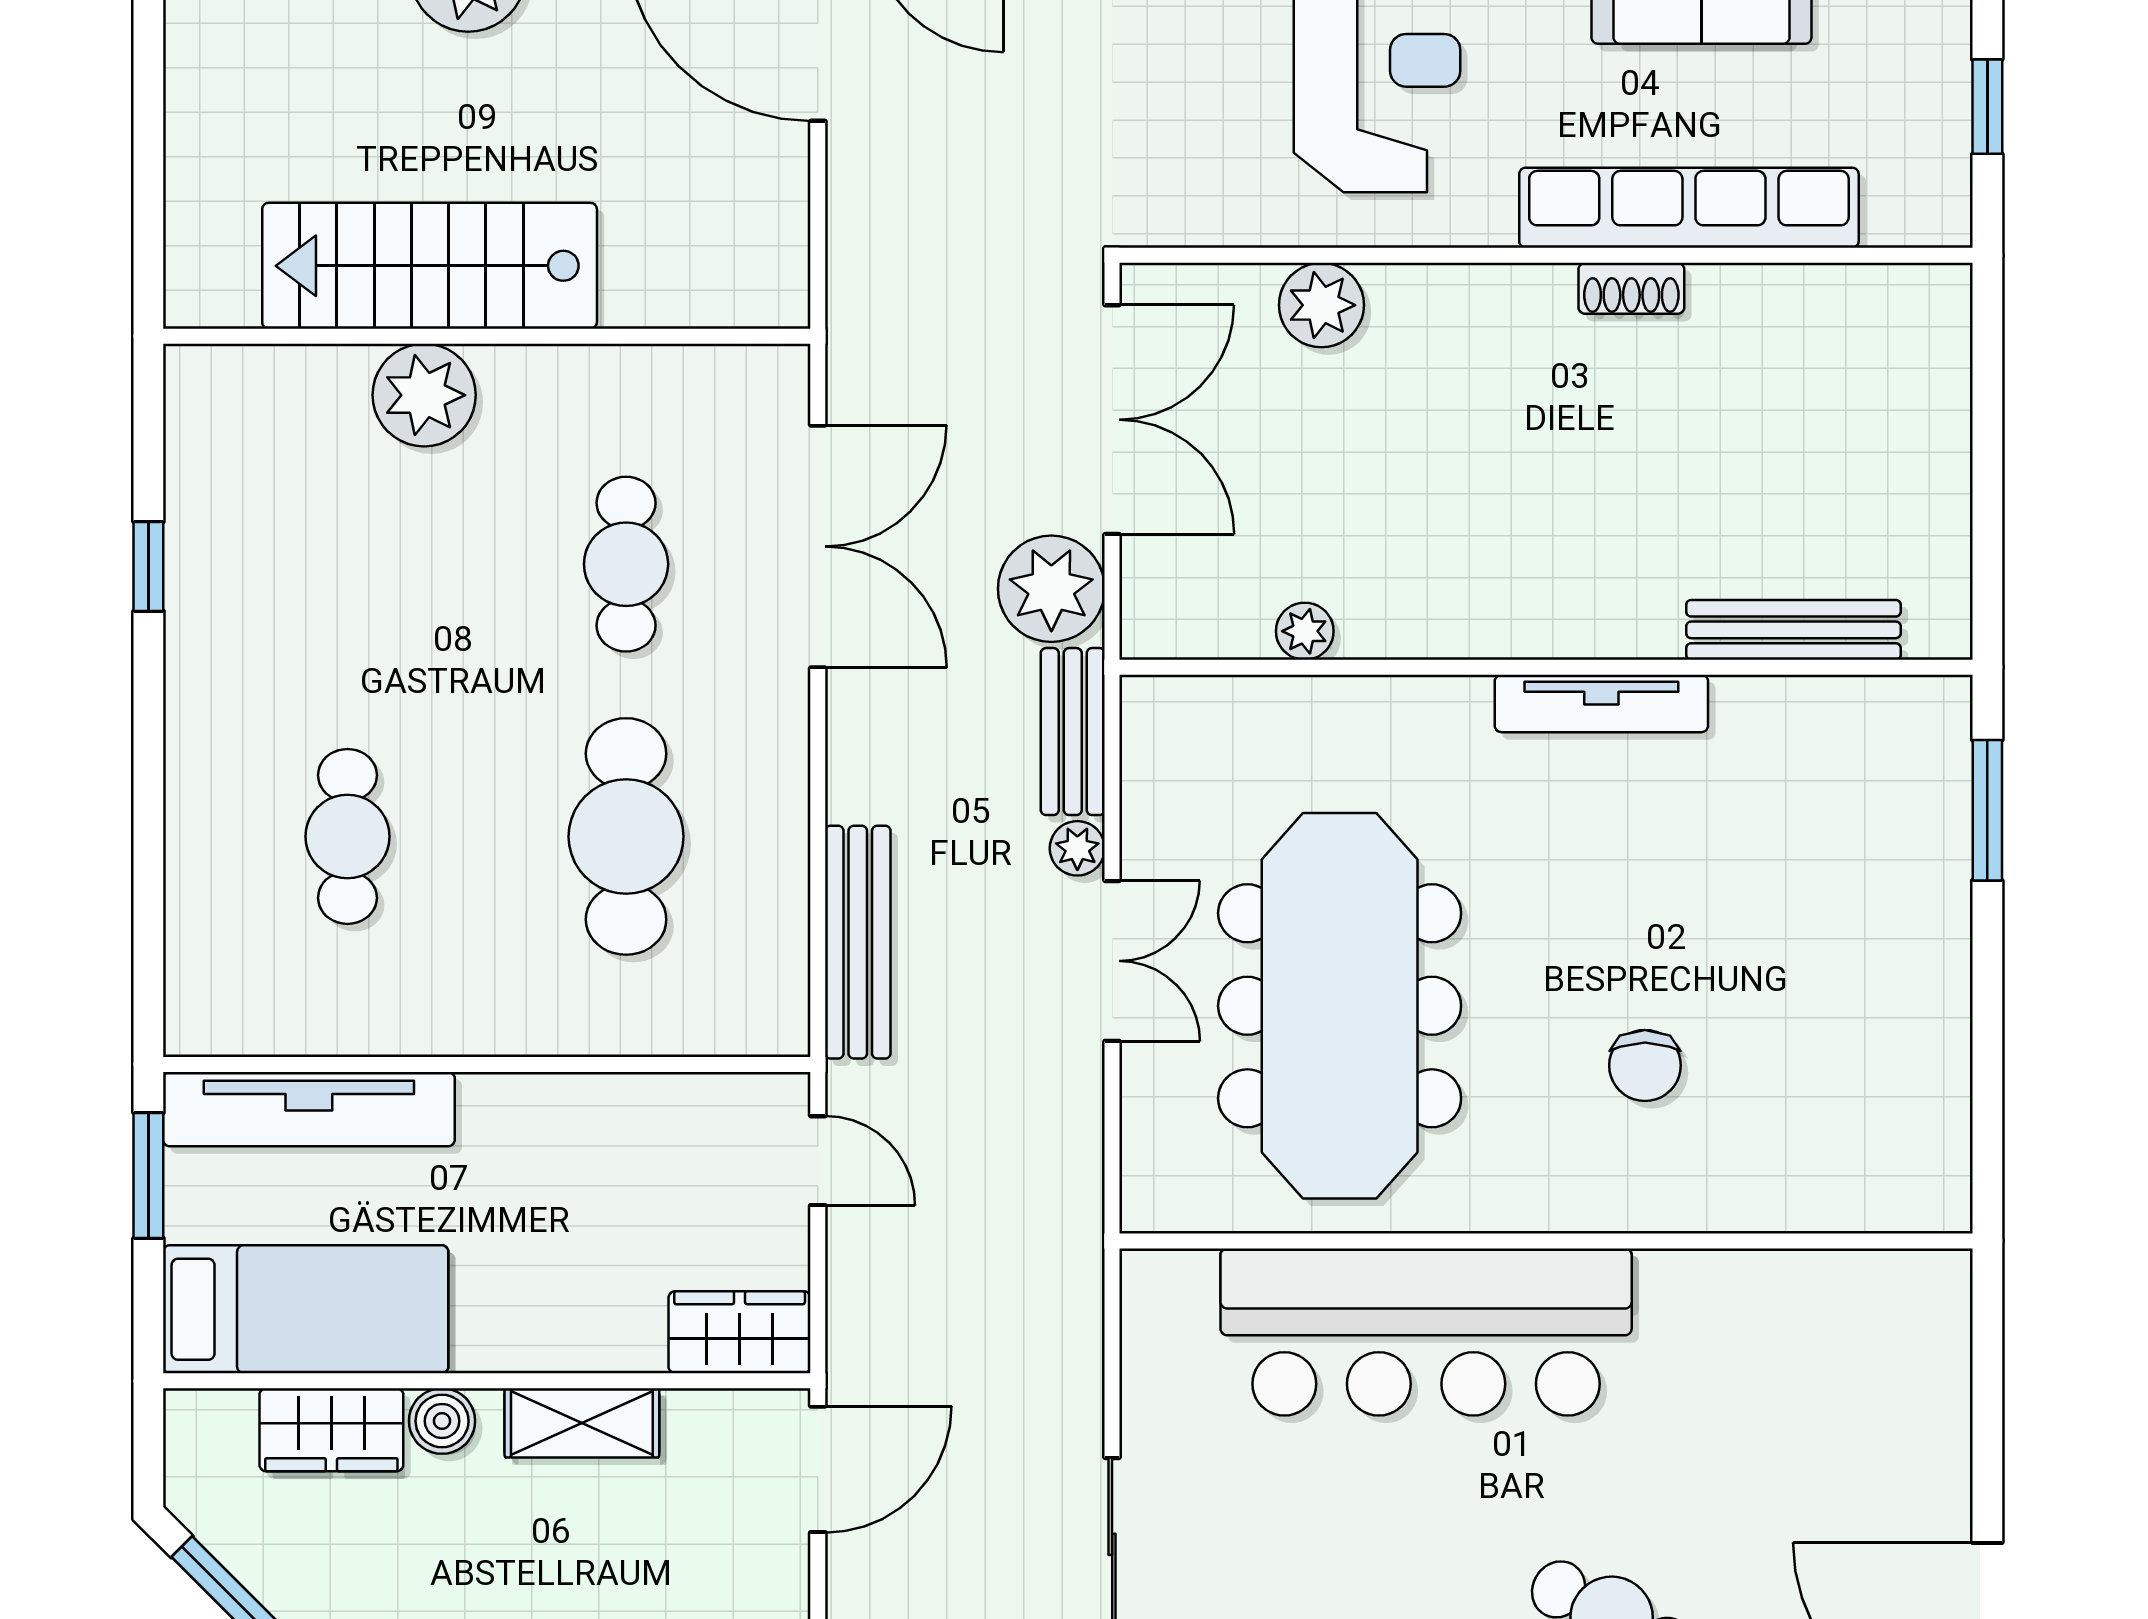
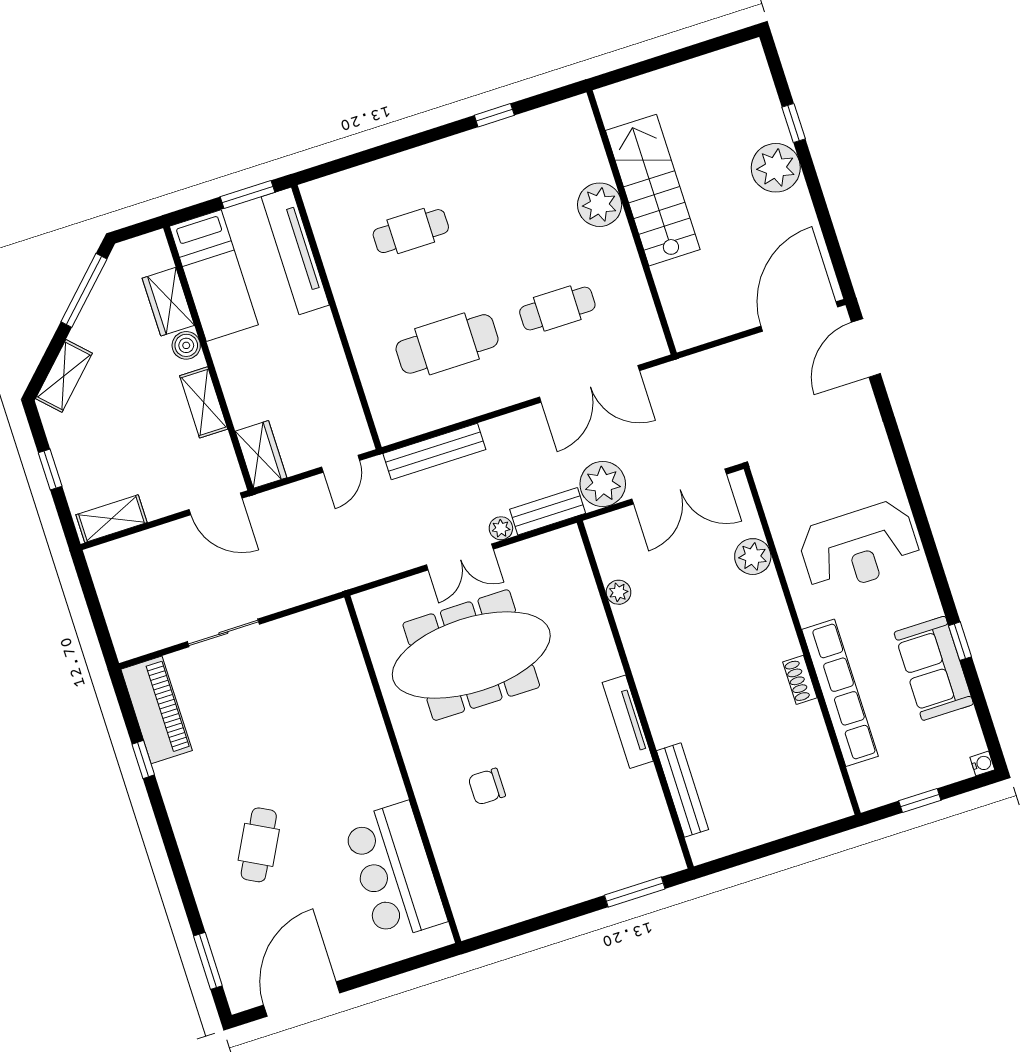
bar counter: (1426, 1332) -> (395, 871), moved, width x0.73

